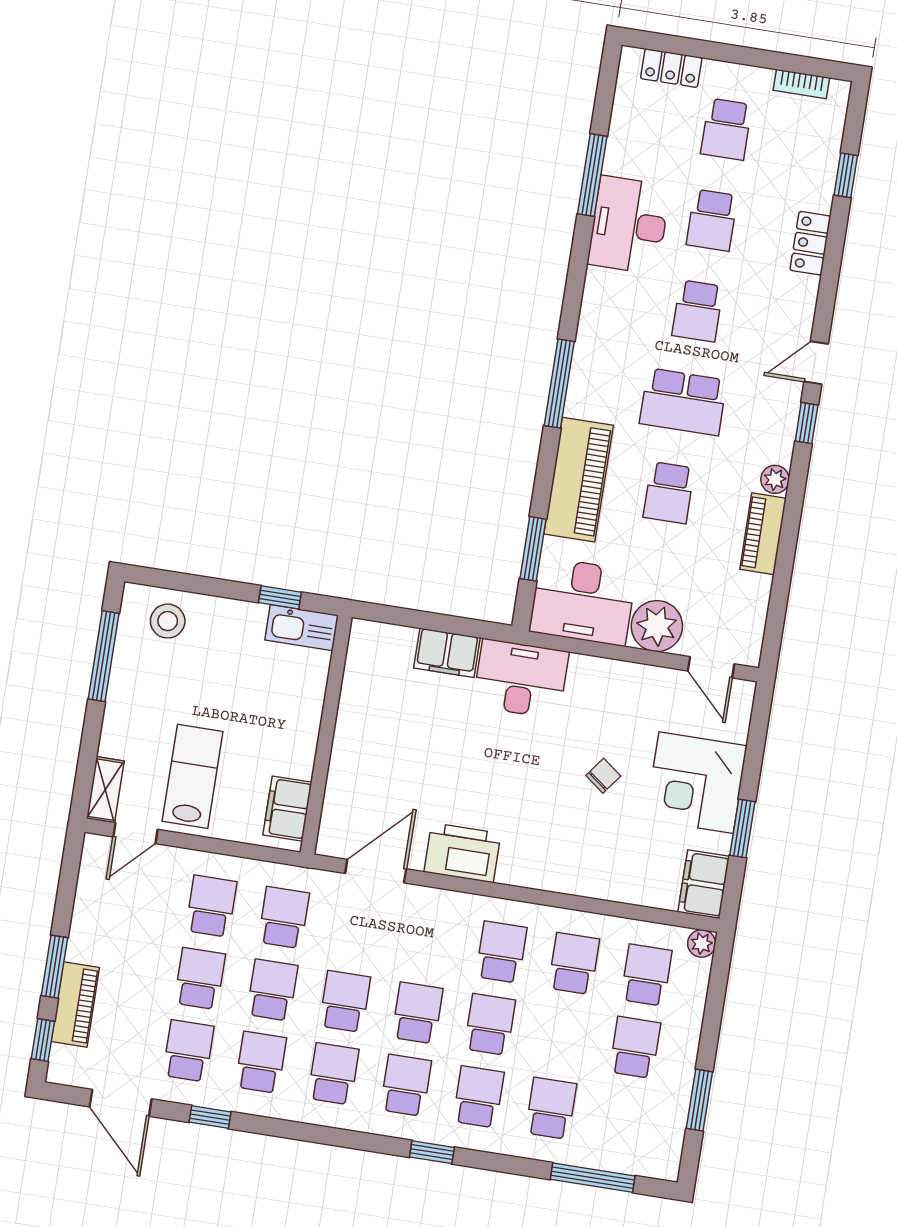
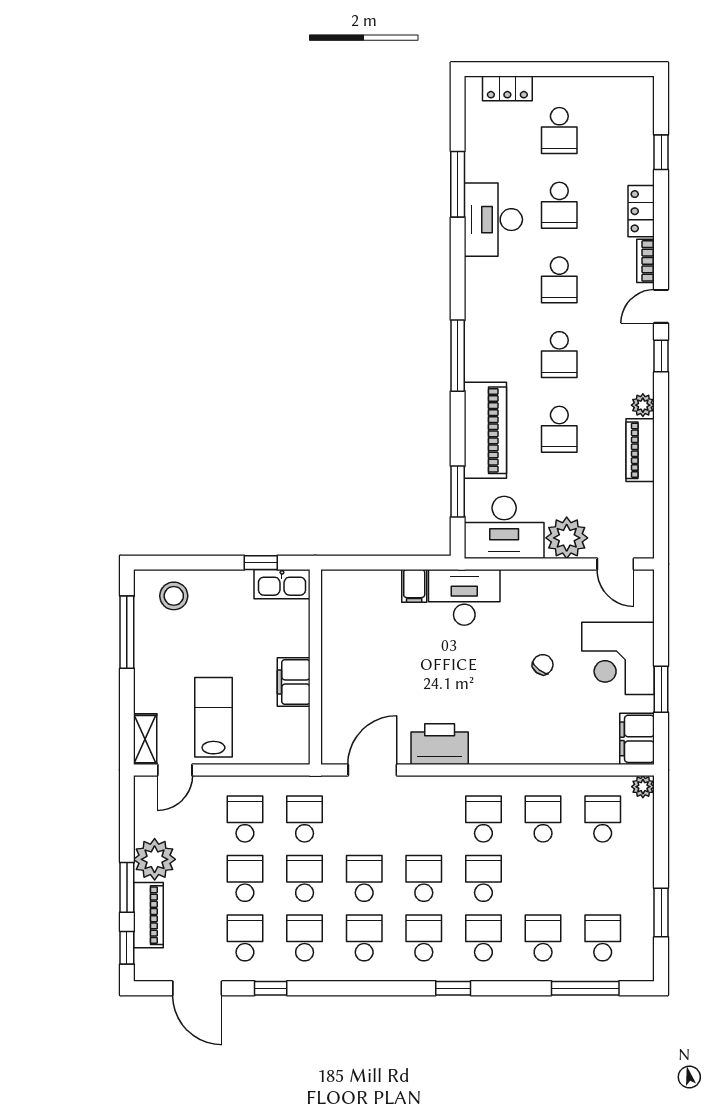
bookcase: (801, 84) -> (646, 261), moved, turned 90
school desk: (683, 402) -> (559, 355), width x0.54
filing cabinet: (447, 653) -> (414, 586), width x0.50
filing cabinet: (287, 809) -> (294, 682), moved
plant: (93, 938) -> (155, 859), added
school desk: (635, 1047) -> (603, 938), moved

